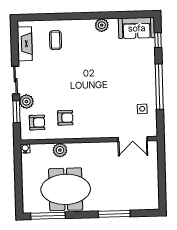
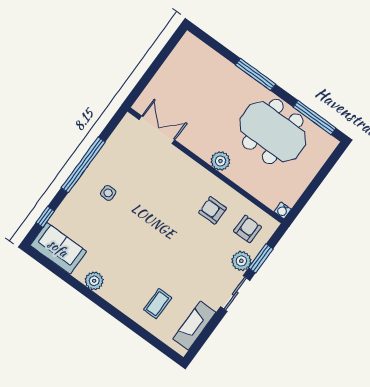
side table: (142, 109) -> (108, 193), moved
armchair: (37, 122) -> (248, 229), turned 90
plant: (60, 150) -> (220, 161), moved
window: (114, 214) -> (256, 75), moved

